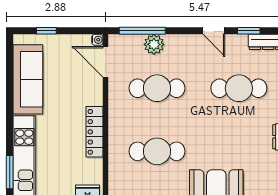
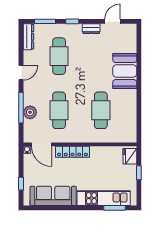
window: (142, 31) -> (21, 108), moved
window: (249, 31) -> (21, 50), removed
door: (105, 62) -> (42, 144), hinge flipped
locker: (94, 132) -> (72, 152), moved

